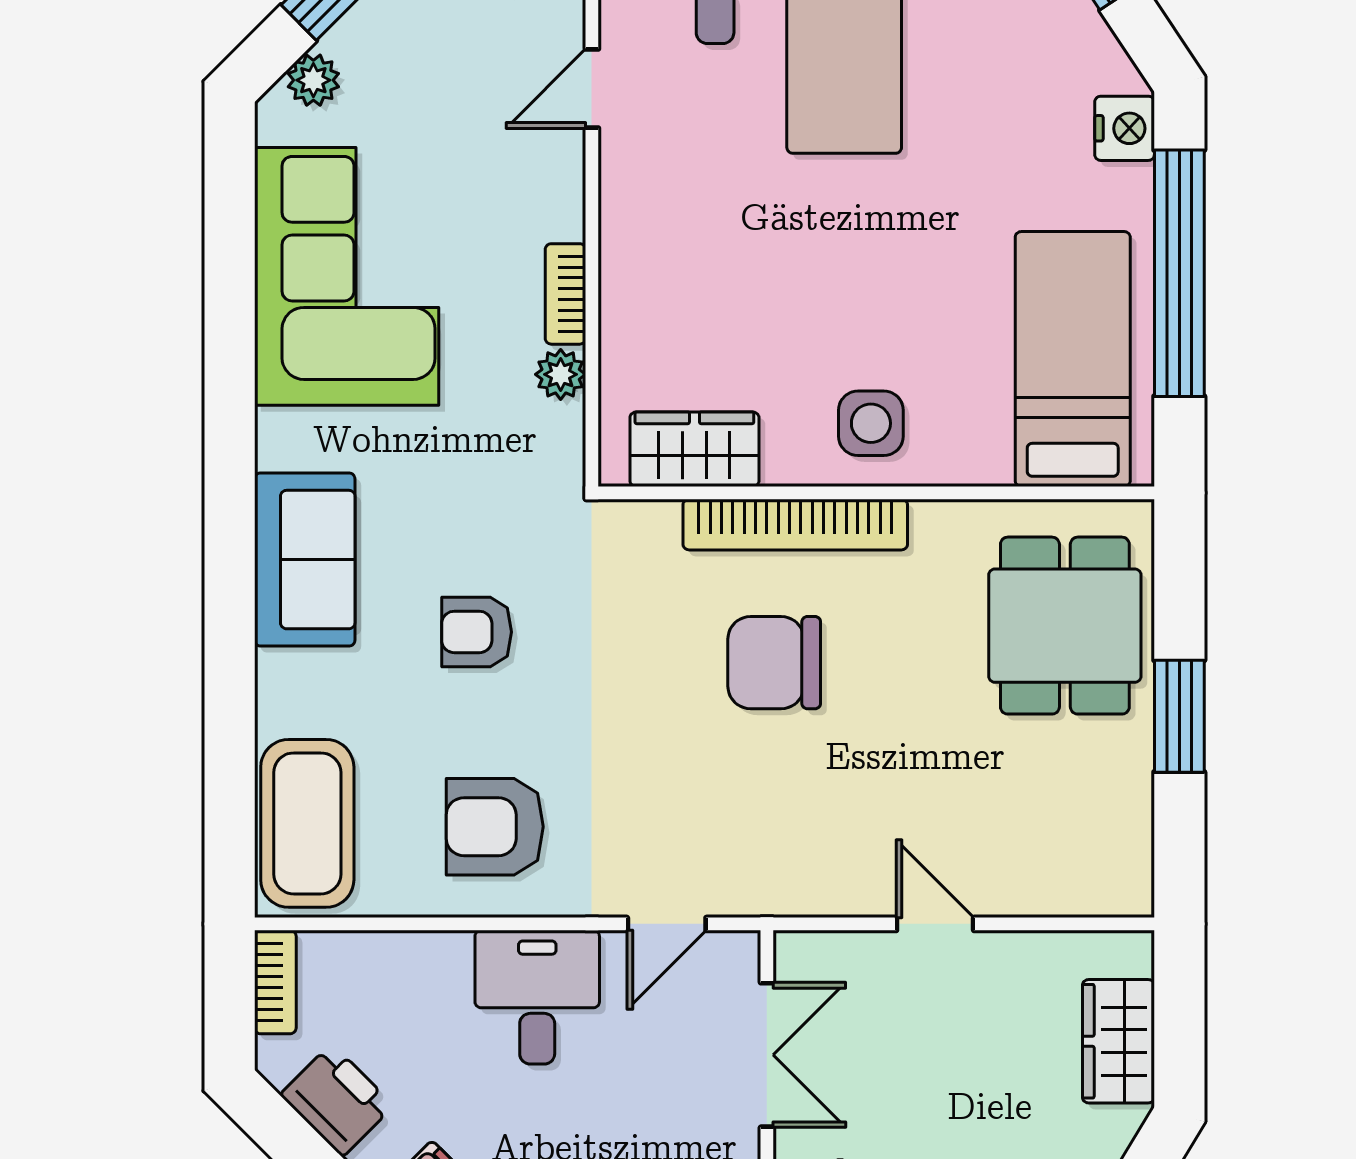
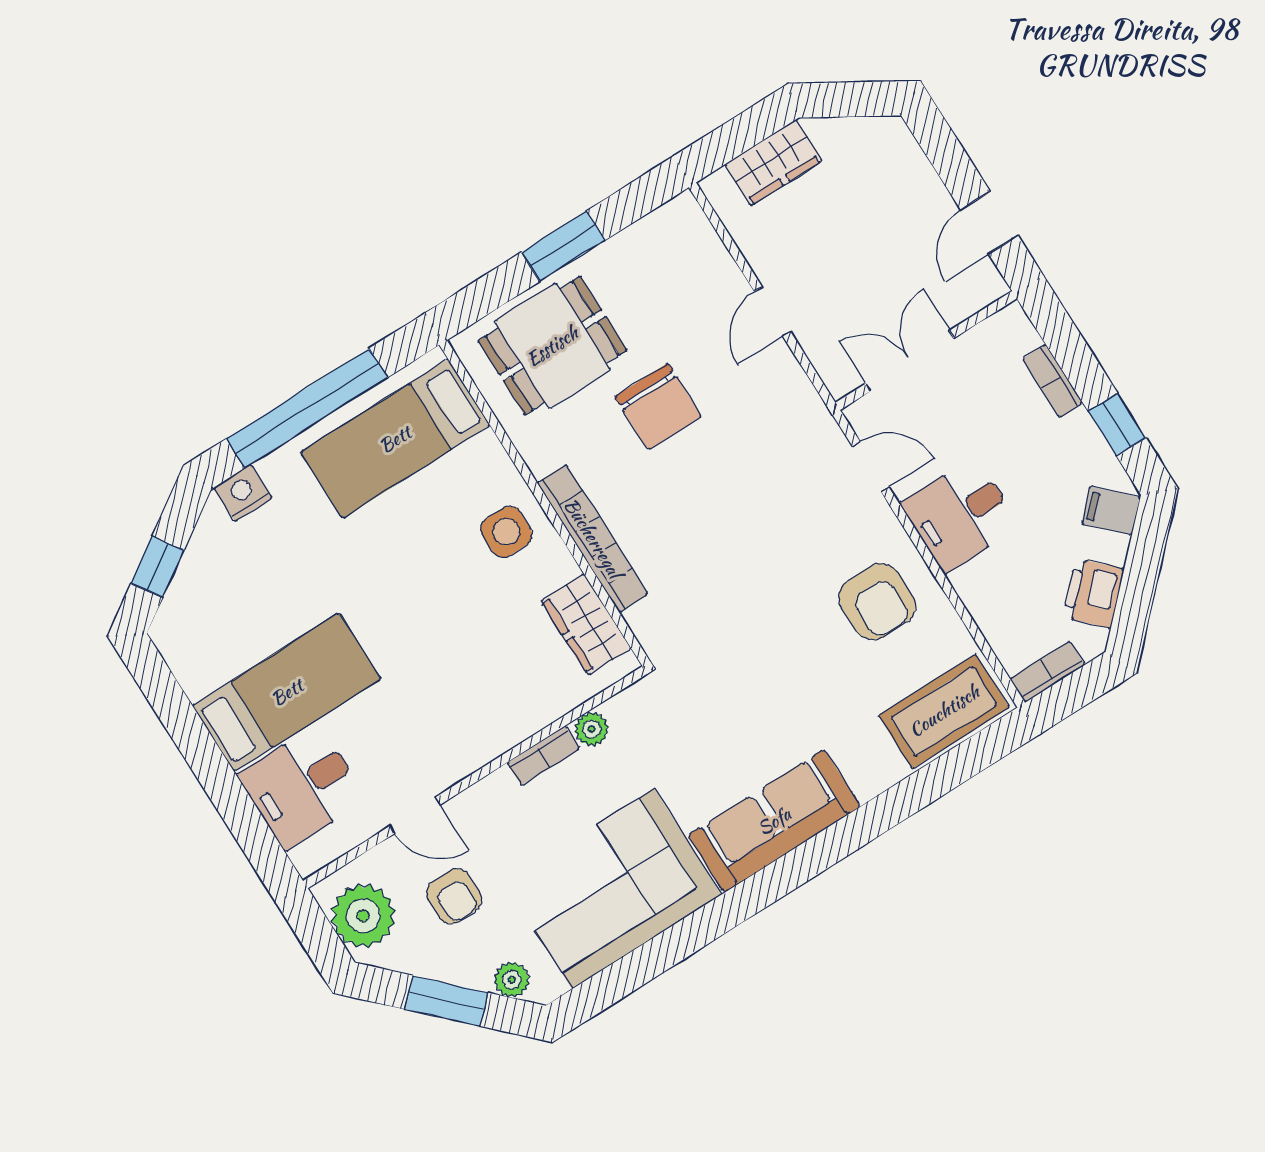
sofa: (305, 560) -> (774, 821), width x1.36
armchair: (477, 632) -> (454, 896), moved
chair: (774, 663) -> (658, 407), moved

